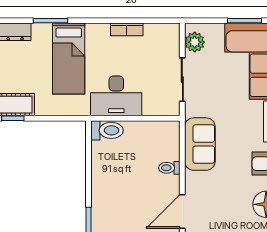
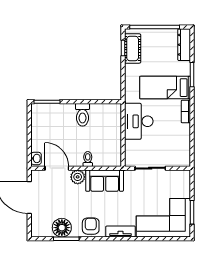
bookcase: (127, 29) -> (186, 112), moved
plant: (195, 42) -> (78, 177), moved
toilet: (107, 130) -> (82, 115), moved

